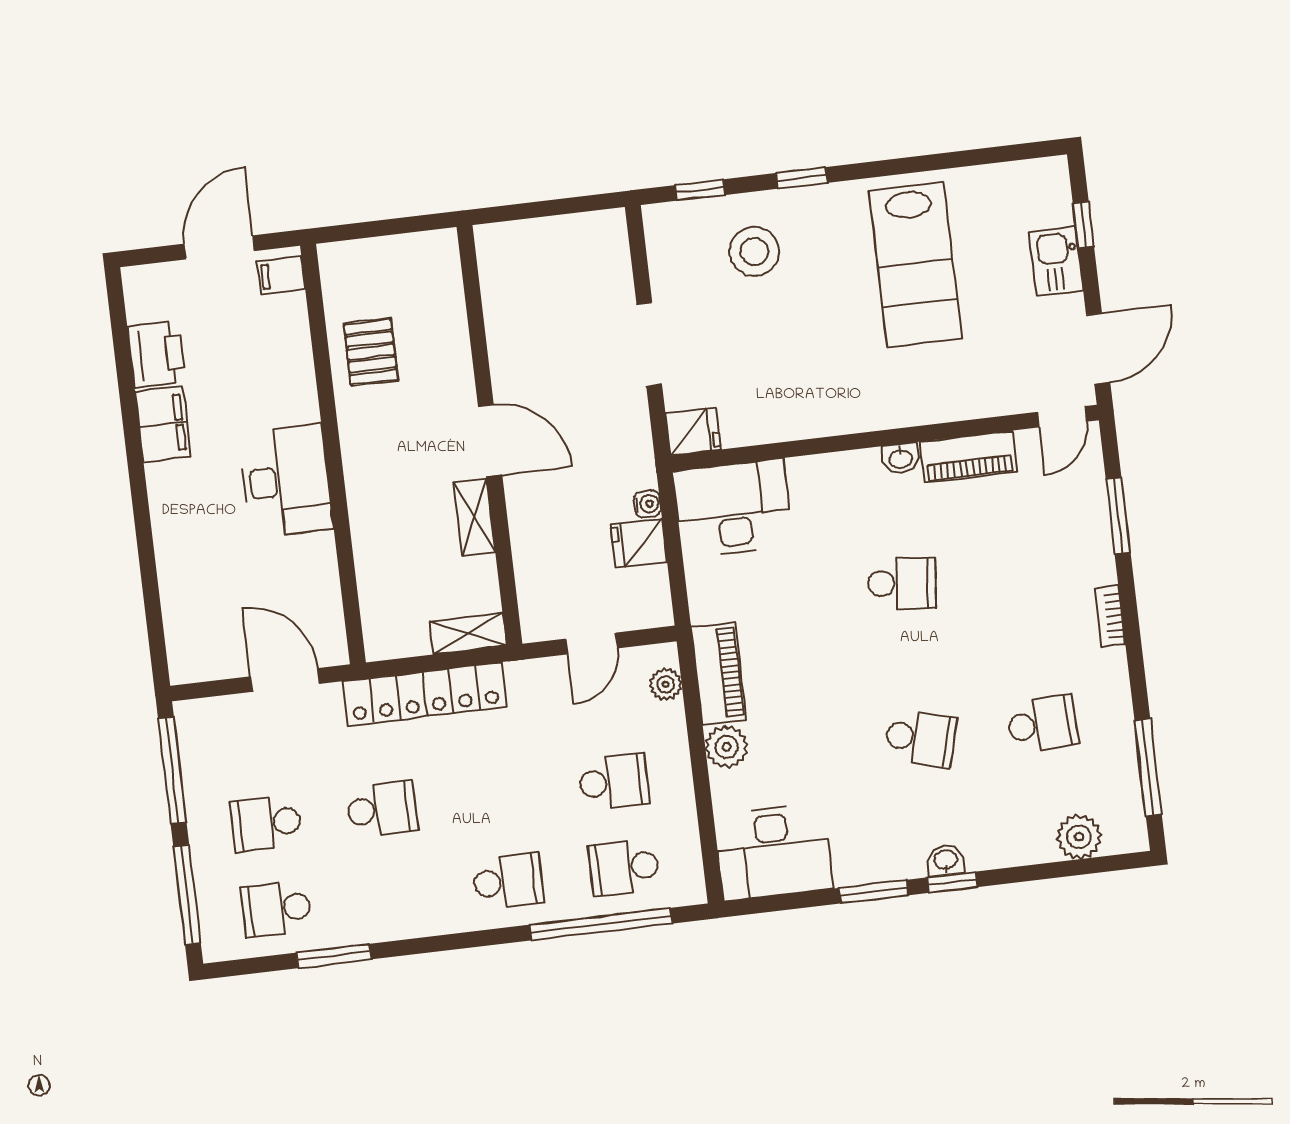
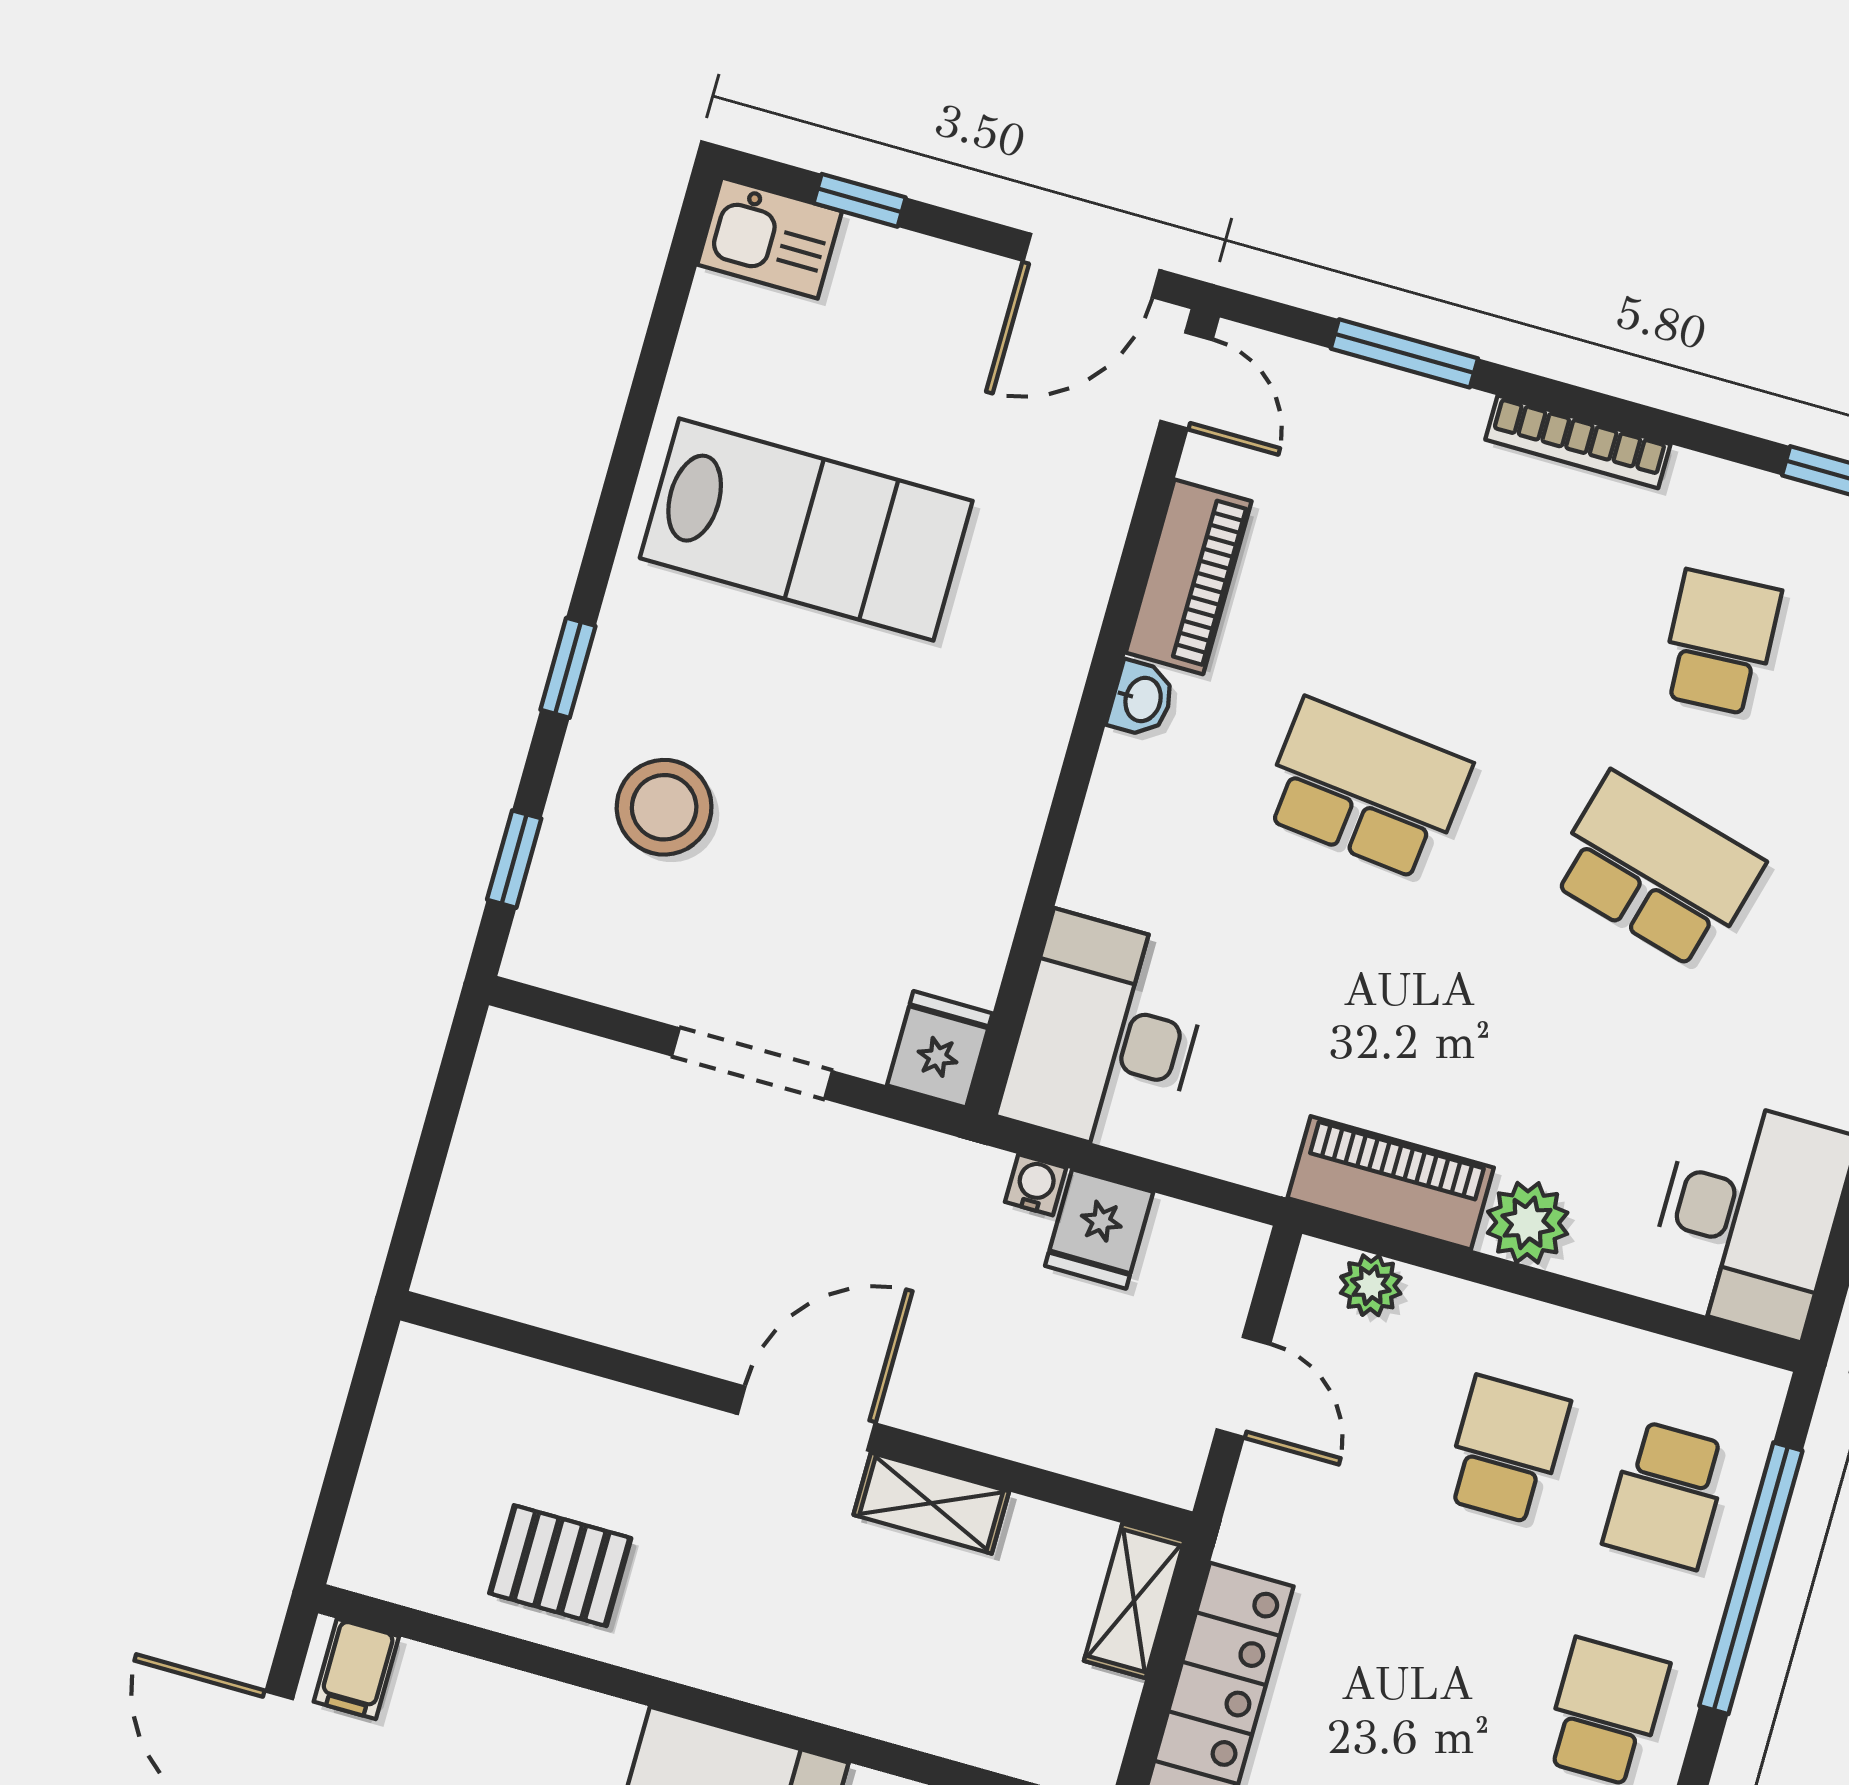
kitchen sink: (1056, 261) -> (770, 238), moved
door: (1098, 349) -> (1091, 265), swing flipped
school desk: (902, 583) -> (1365, 789), width x1.85
bookcase: (1110, 616) -> (1578, 442), width x1.56
school desk: (920, 738) -> (1656, 871), width x1.85

